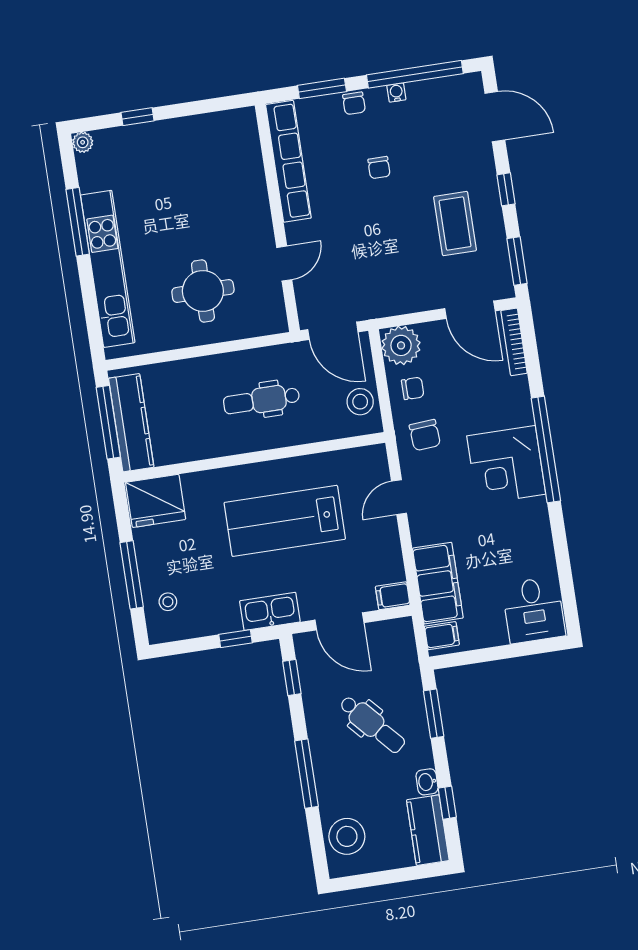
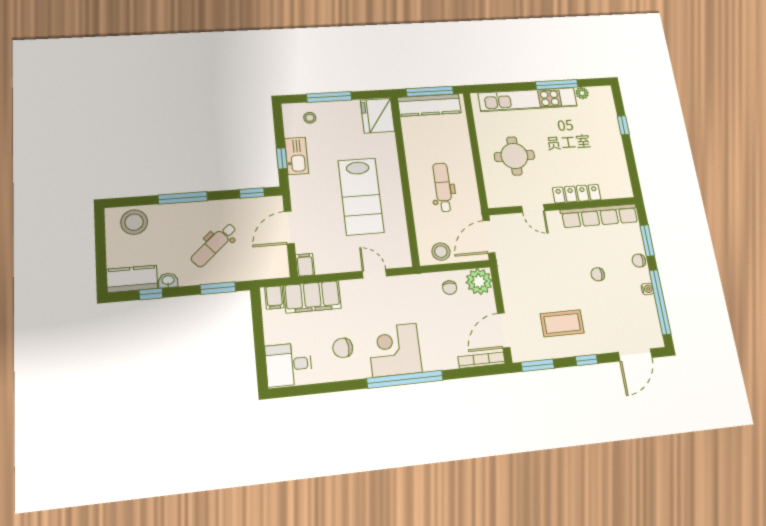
plant: (83, 142) -> (582, 93), moved
locker: (256, 195) -> (577, 194), added
chair: (425, 435) -> (343, 348), moved
lab bench: (285, 521) -> (361, 196), turned 180
kitchen sink: (270, 611) -> (297, 156), moved

